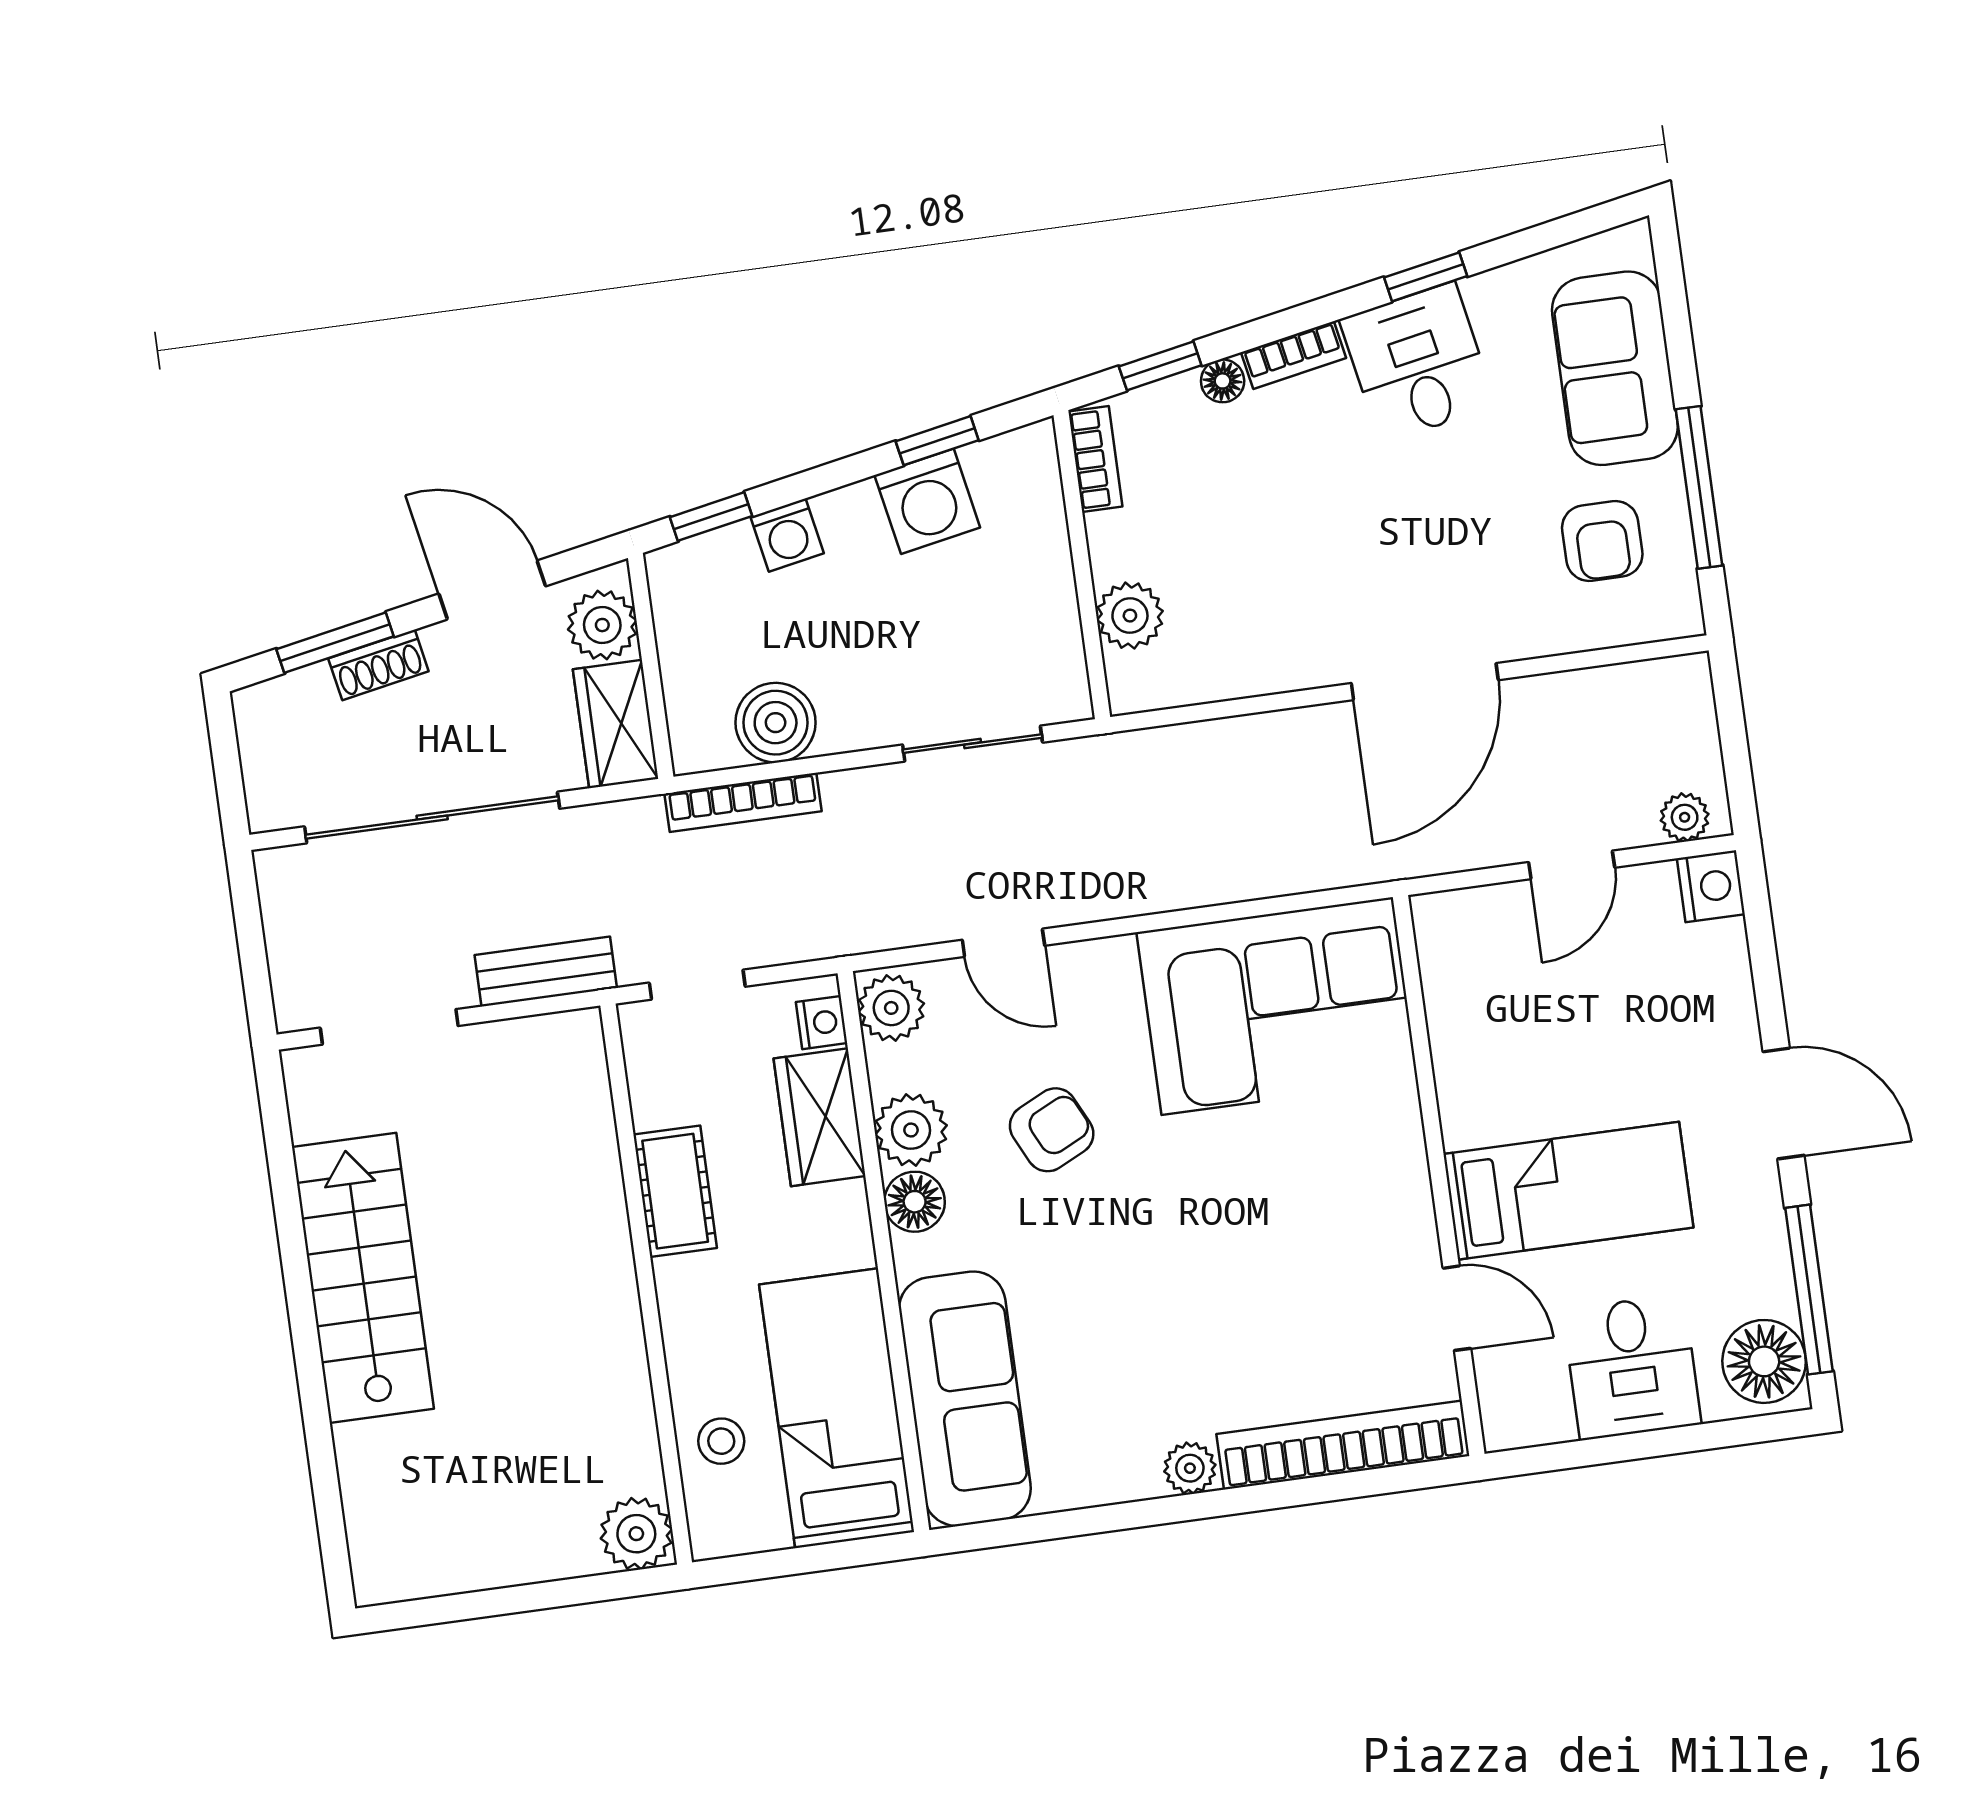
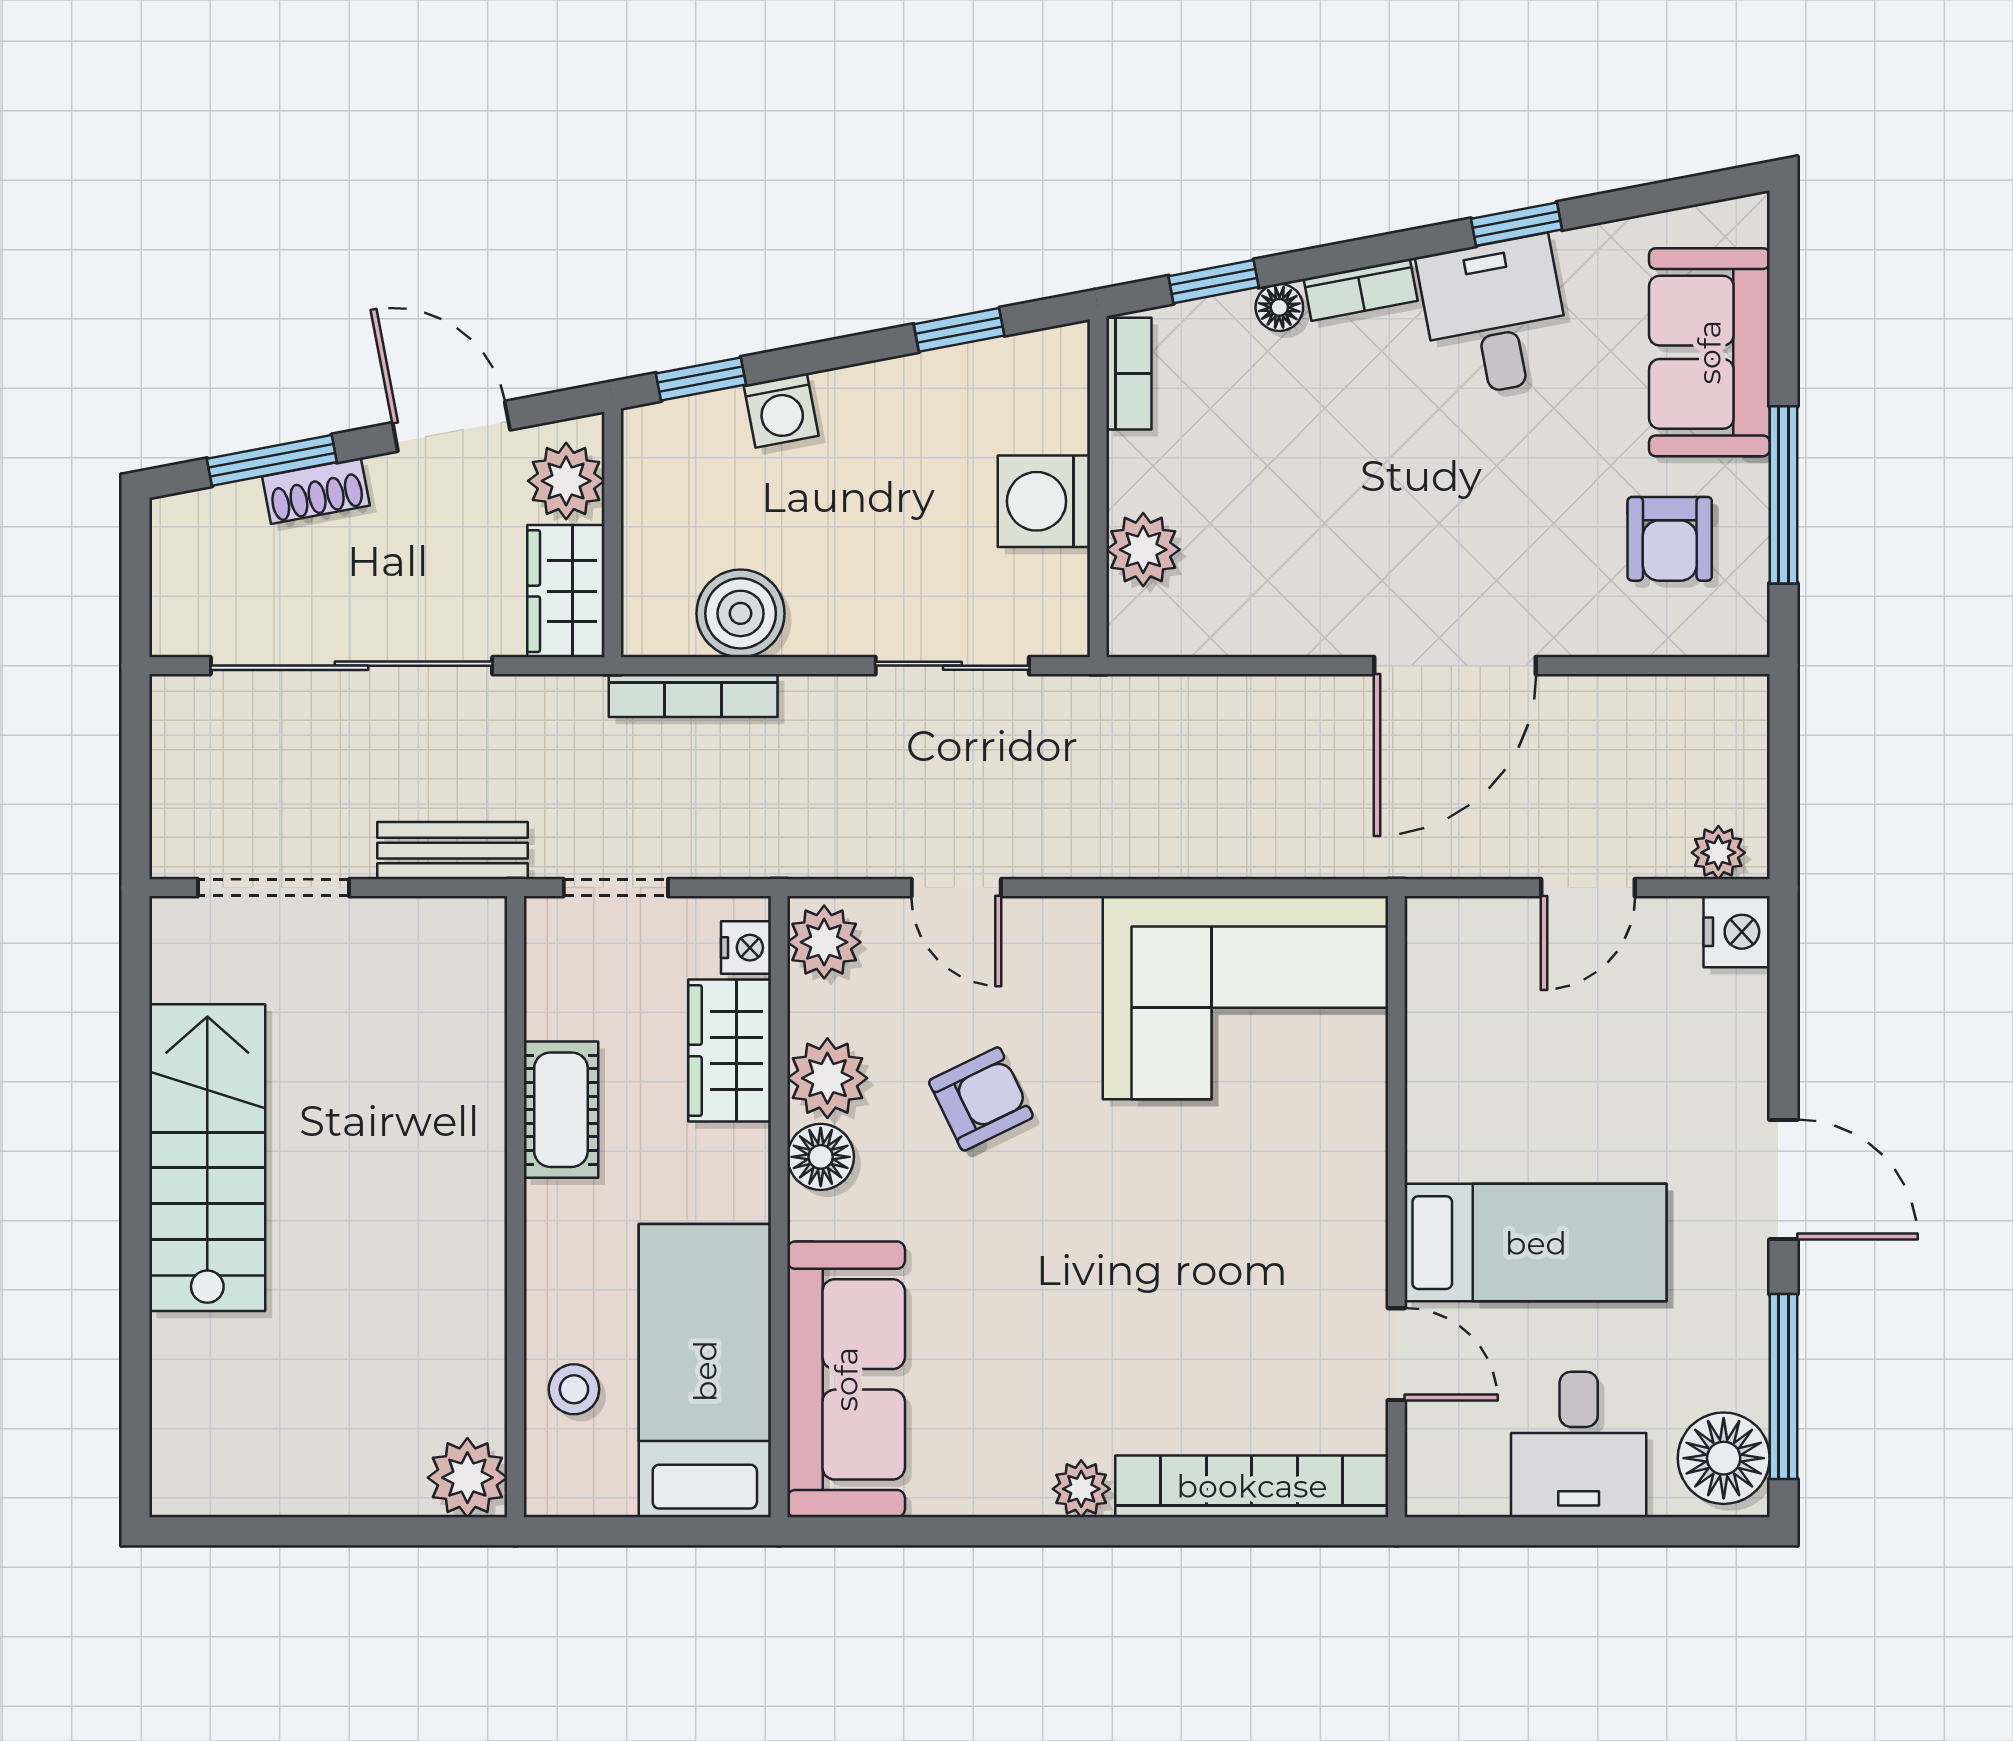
washing machine: (927, 501) -> (1044, 501), moved, turned 101

